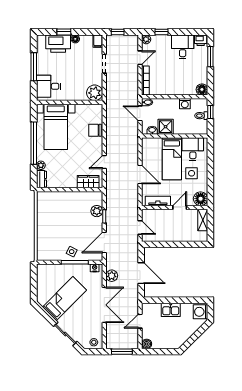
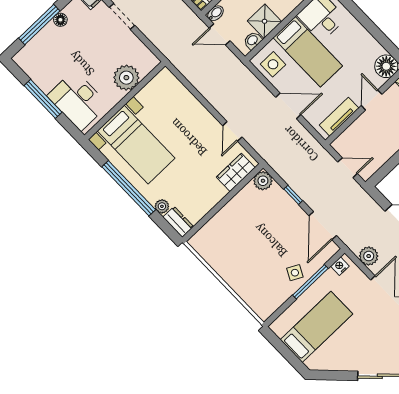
window: (64, 32) -> (39, 24), width x2.17
printer: (58, 44) -> (45, 45), removed
desk: (49, 86) -> (78, 100), width x1.37
plant: (95, 93) -> (126, 78), moved
chair: (95, 130) -> (186, 105), removed
side table: (192, 173) -> (273, 64), moved
plant: (97, 211) -> (263, 181), moved
bed: (65, 299) -> (317, 327), moved, turned 45

